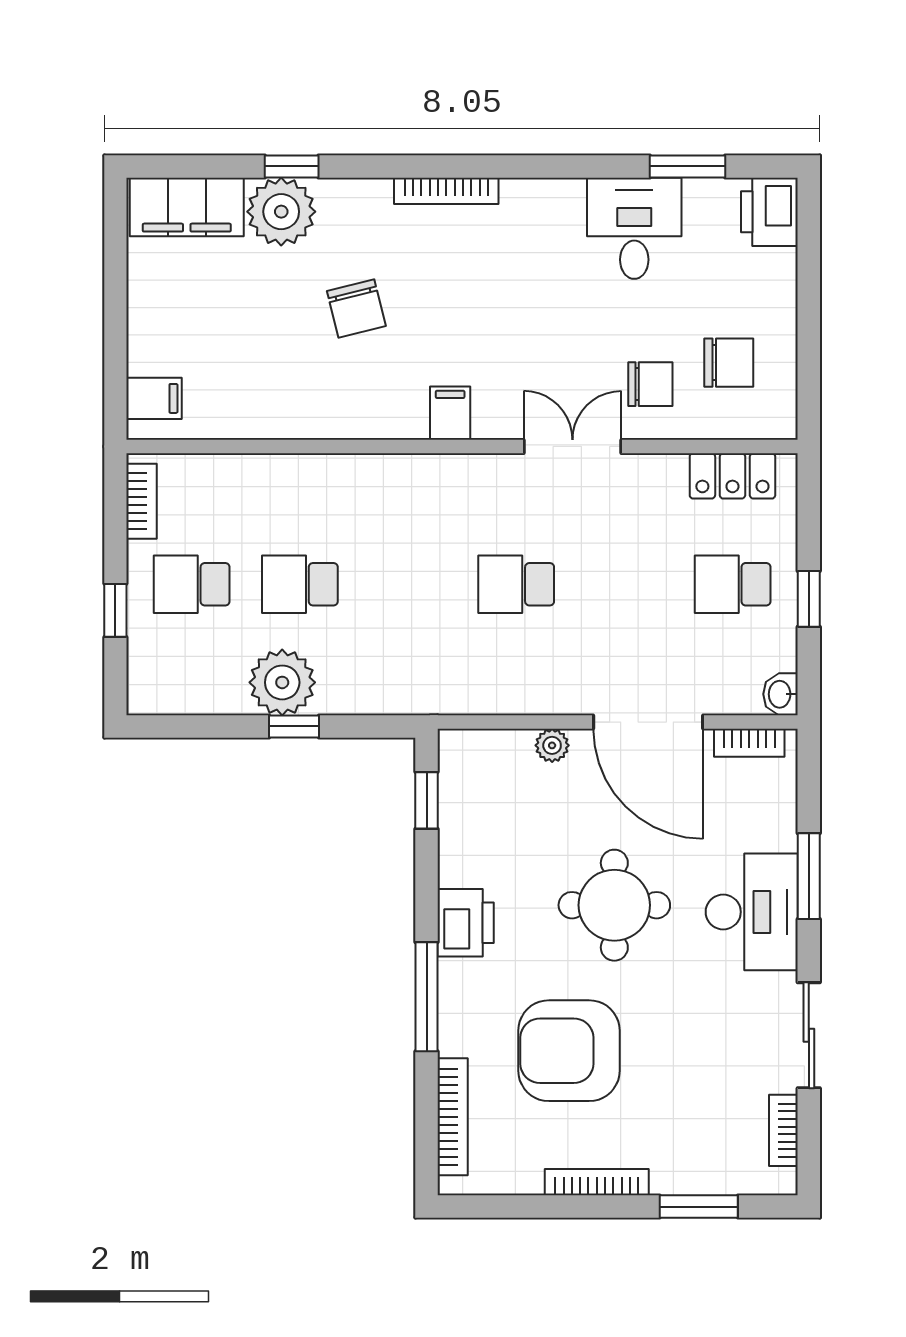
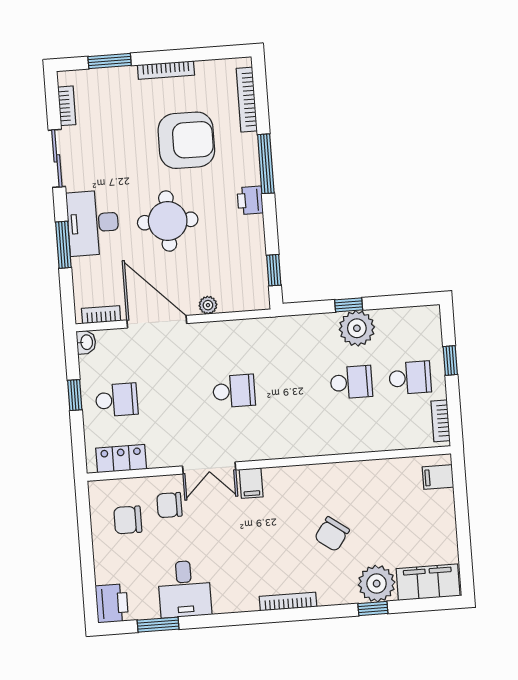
chair: (356, 308) -> (332, 534), turned -130
filing cabinet: (450, 413) -> (251, 483), moved
printer: (466, 923) -> (250, 200), width x0.73, depth x0.81

